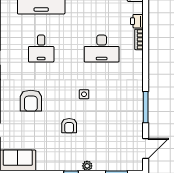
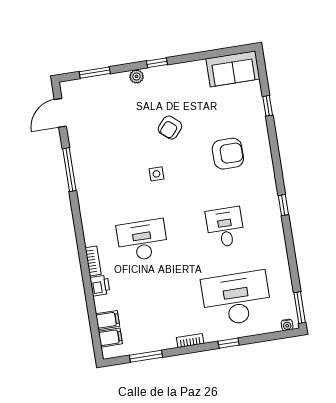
armchair: (31, 101) -> (228, 154), turned 90
armchair: (69, 126) -> (170, 128), turned -139

